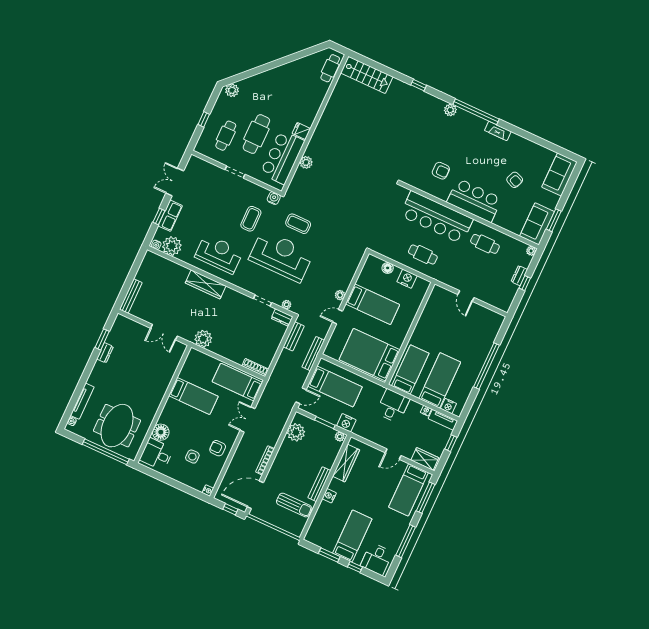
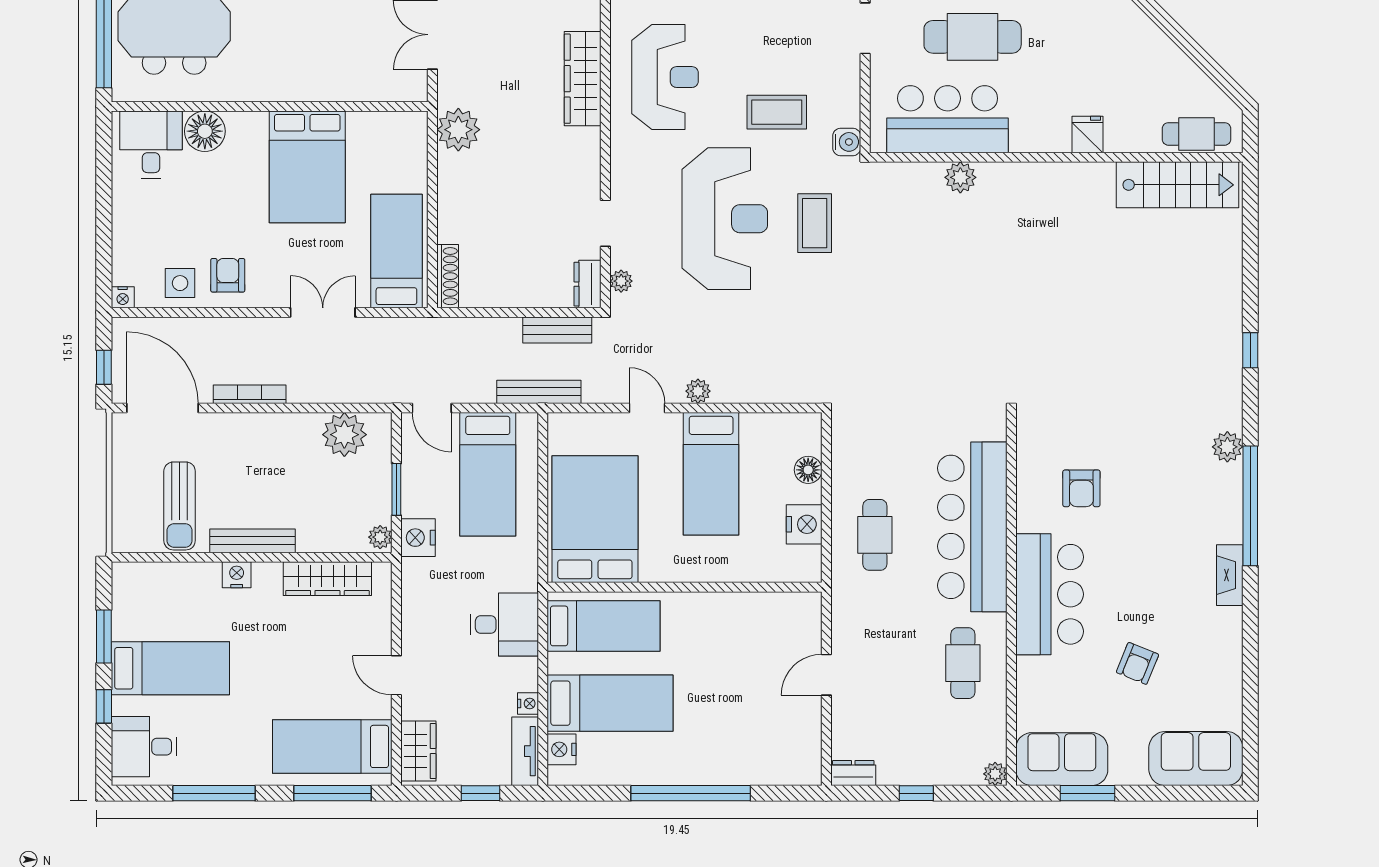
stairs: (367, 75) -> (1178, 185), moved, turned -90
fridge: (301, 131) -> (1087, 134), moved
dresser: (519, 276) -> (853, 773), moved
bed: (193, 396) -> (307, 167), width x1.50
side table: (192, 457) -> (180, 283), moved

